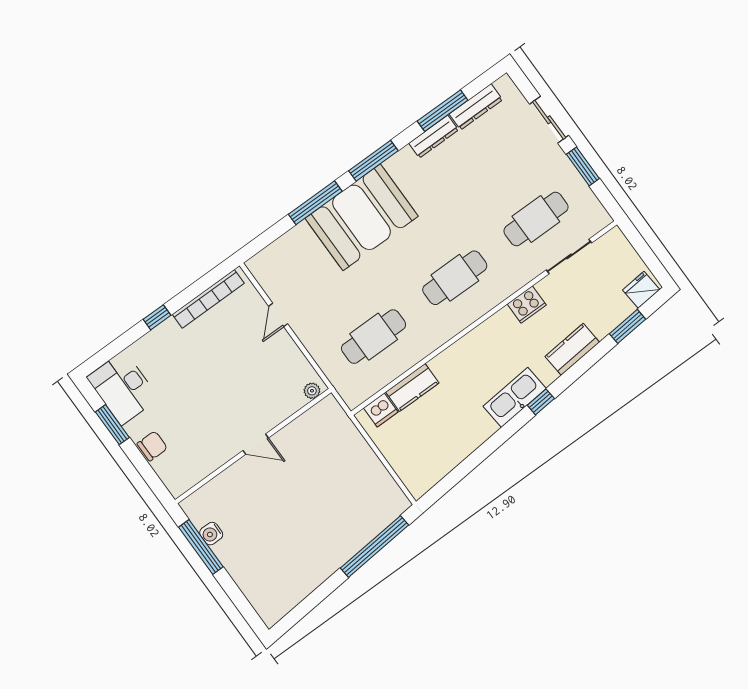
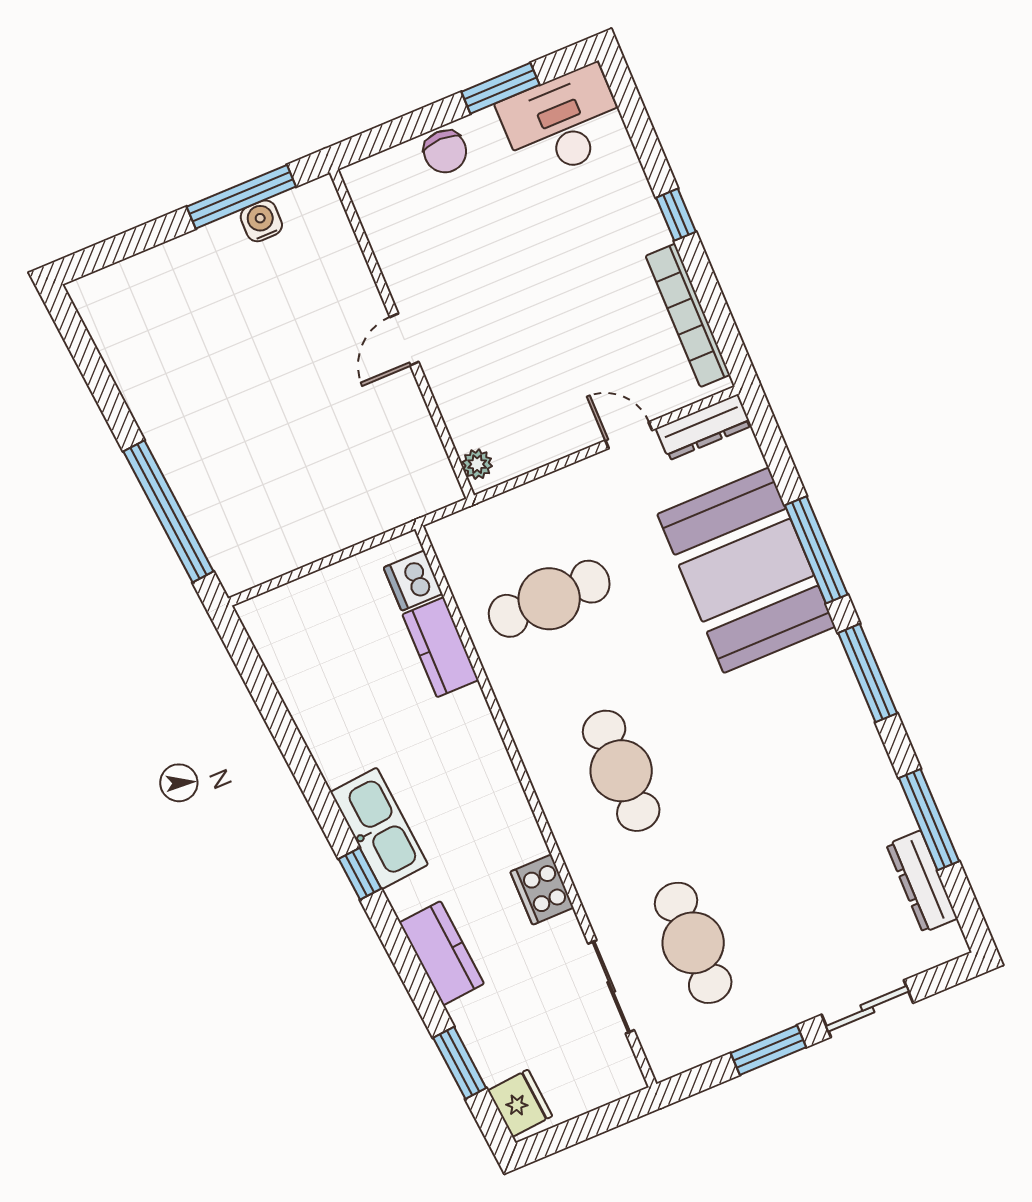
dresser: (434, 137) -> (704, 427), moved, turned -90
booth: (362, 217) -> (746, 570), moved
cafe table: (374, 337) -> (549, 599), turned 90

